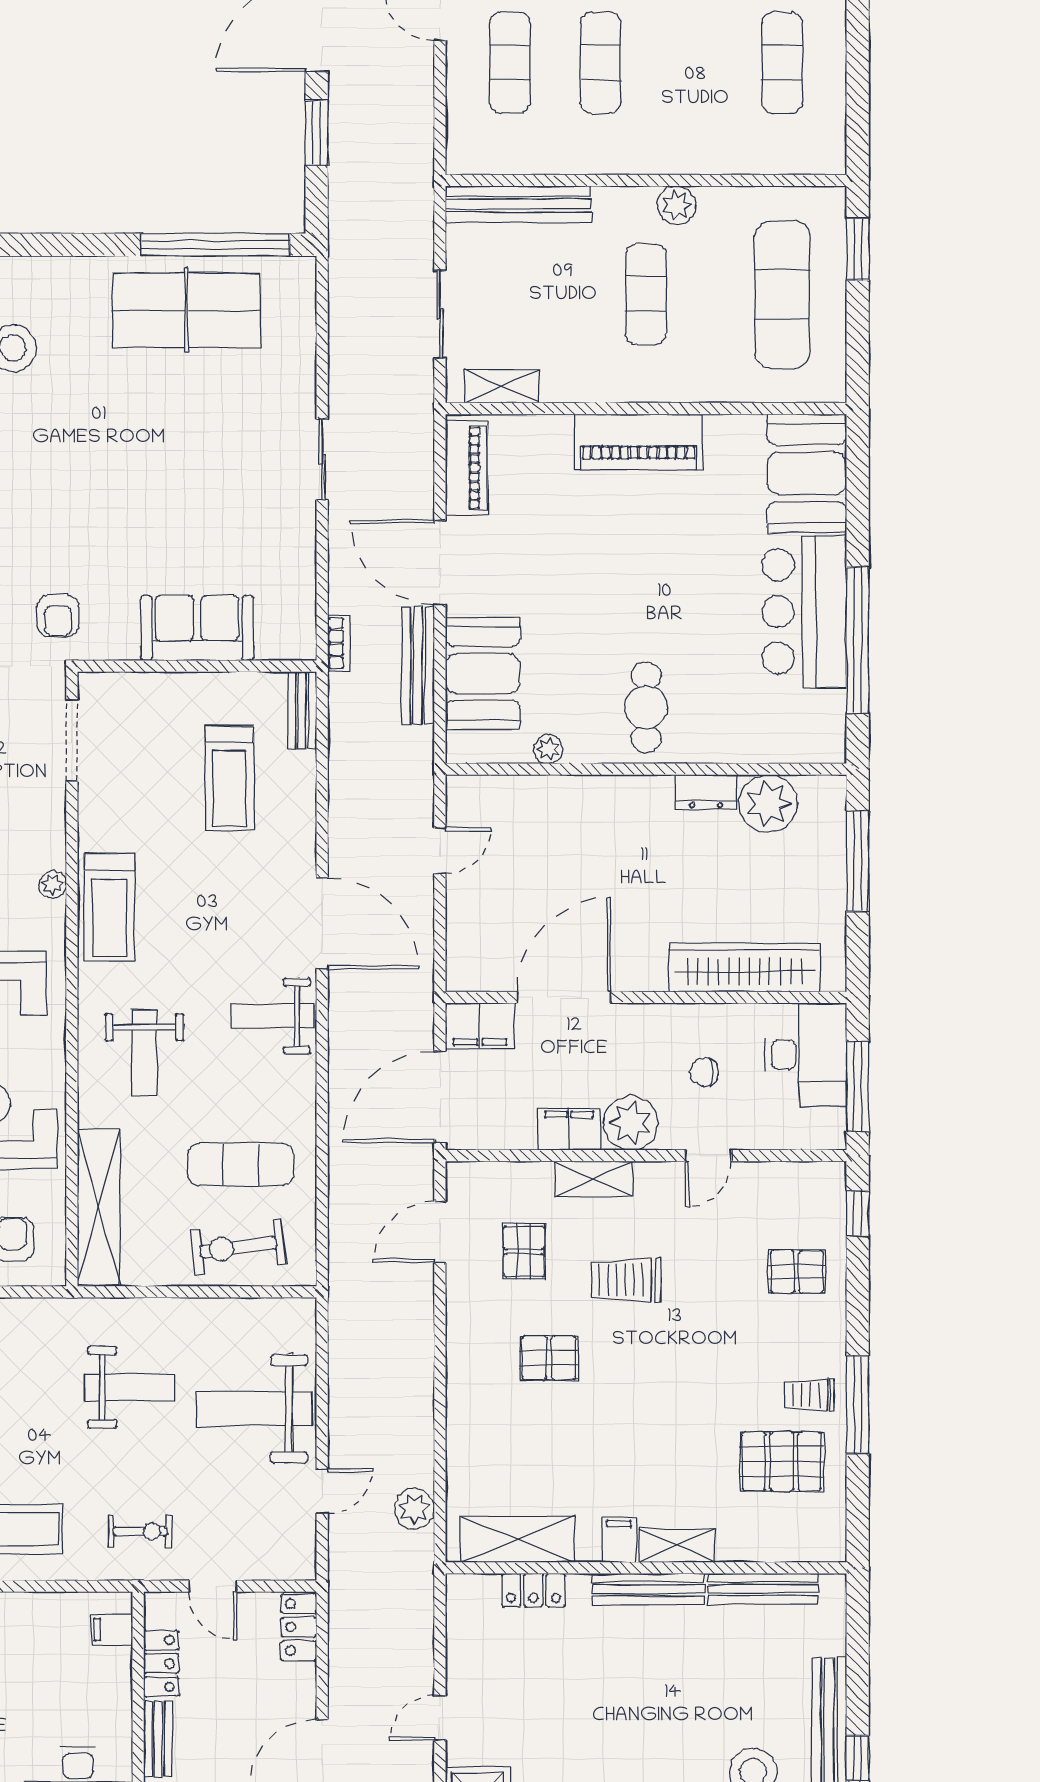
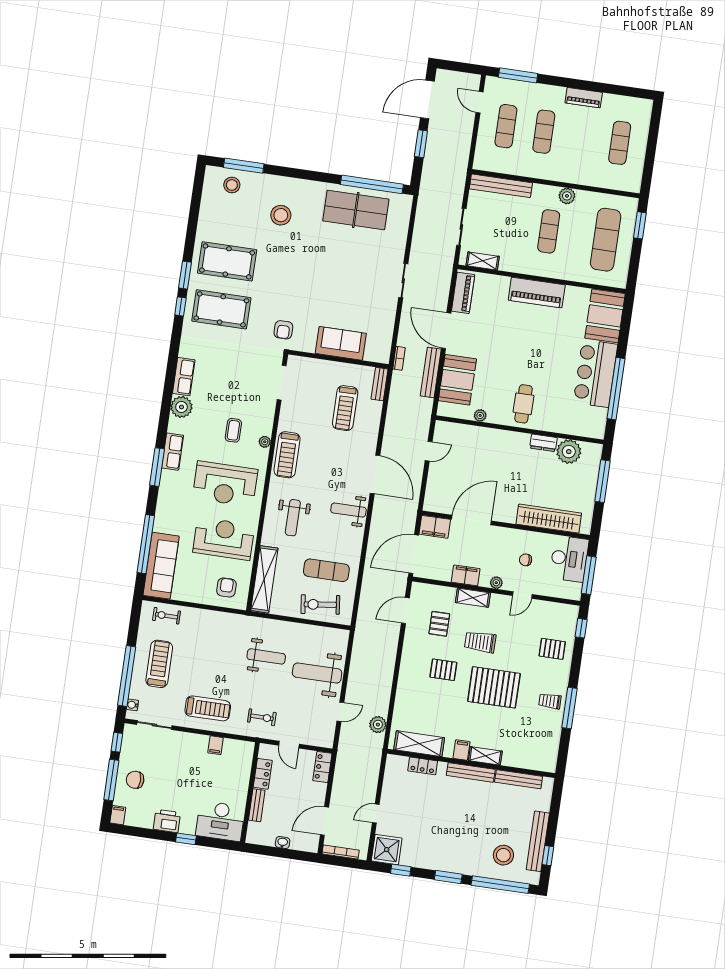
plant: (631, 1123) -> (496, 583), width x0.53, depth x0.53
pallet: (782, 1461) -> (494, 687), moved, width x1.37, depth x1.41
filing cabinet: (112, 1630) -> (216, 745), moved, turned -90

